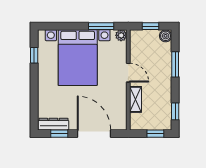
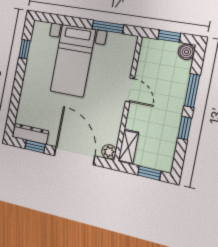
plant: (121, 35) -> (109, 152), moved
bed with nightstands: (78, 58) -> (73, 61), width x0.73
shelving: (136, 99) -> (128, 147), moved
window: (175, 111) -> (185, 128), moved

